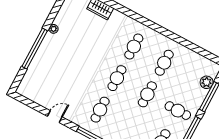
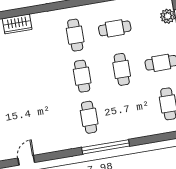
cafe table: (164, 63) -> (115, 28), turned 90
door: (55, 117) -> (26, 160), moved

